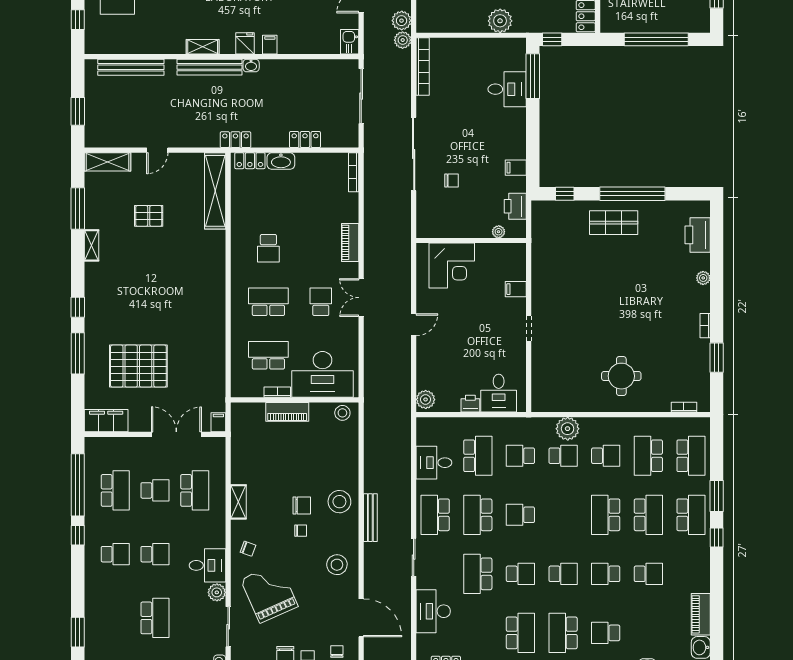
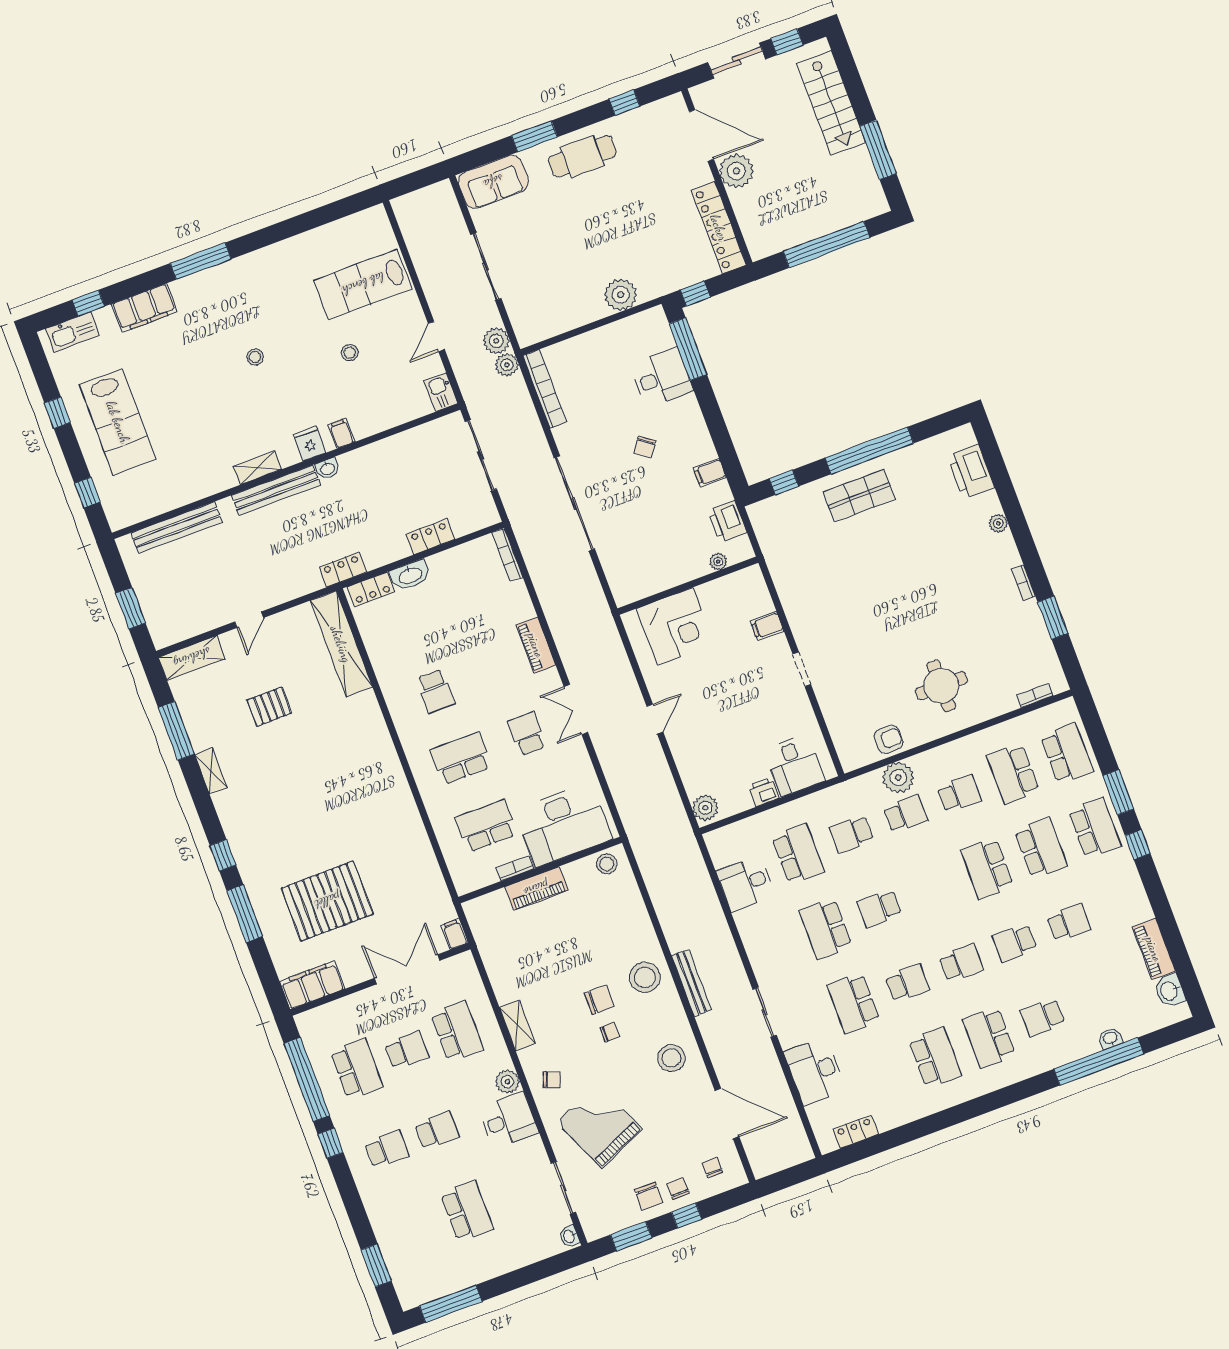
chair: (452, 181) -> (645, 447), moved, turned 126
armchair: (571, 400) -> (889, 739), added
school desk: (435, 515) -> (772, 949), removed
plant: (217, 592) -> (507, 1082), moved

